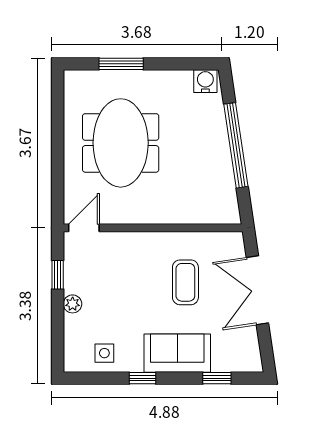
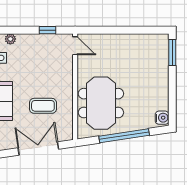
window: (121, 64) -> (172, 53), moved
meeting table: (121, 143) -> (101, 103), moved, turned 90
plant: (73, 304) -> (10, 39), moved

